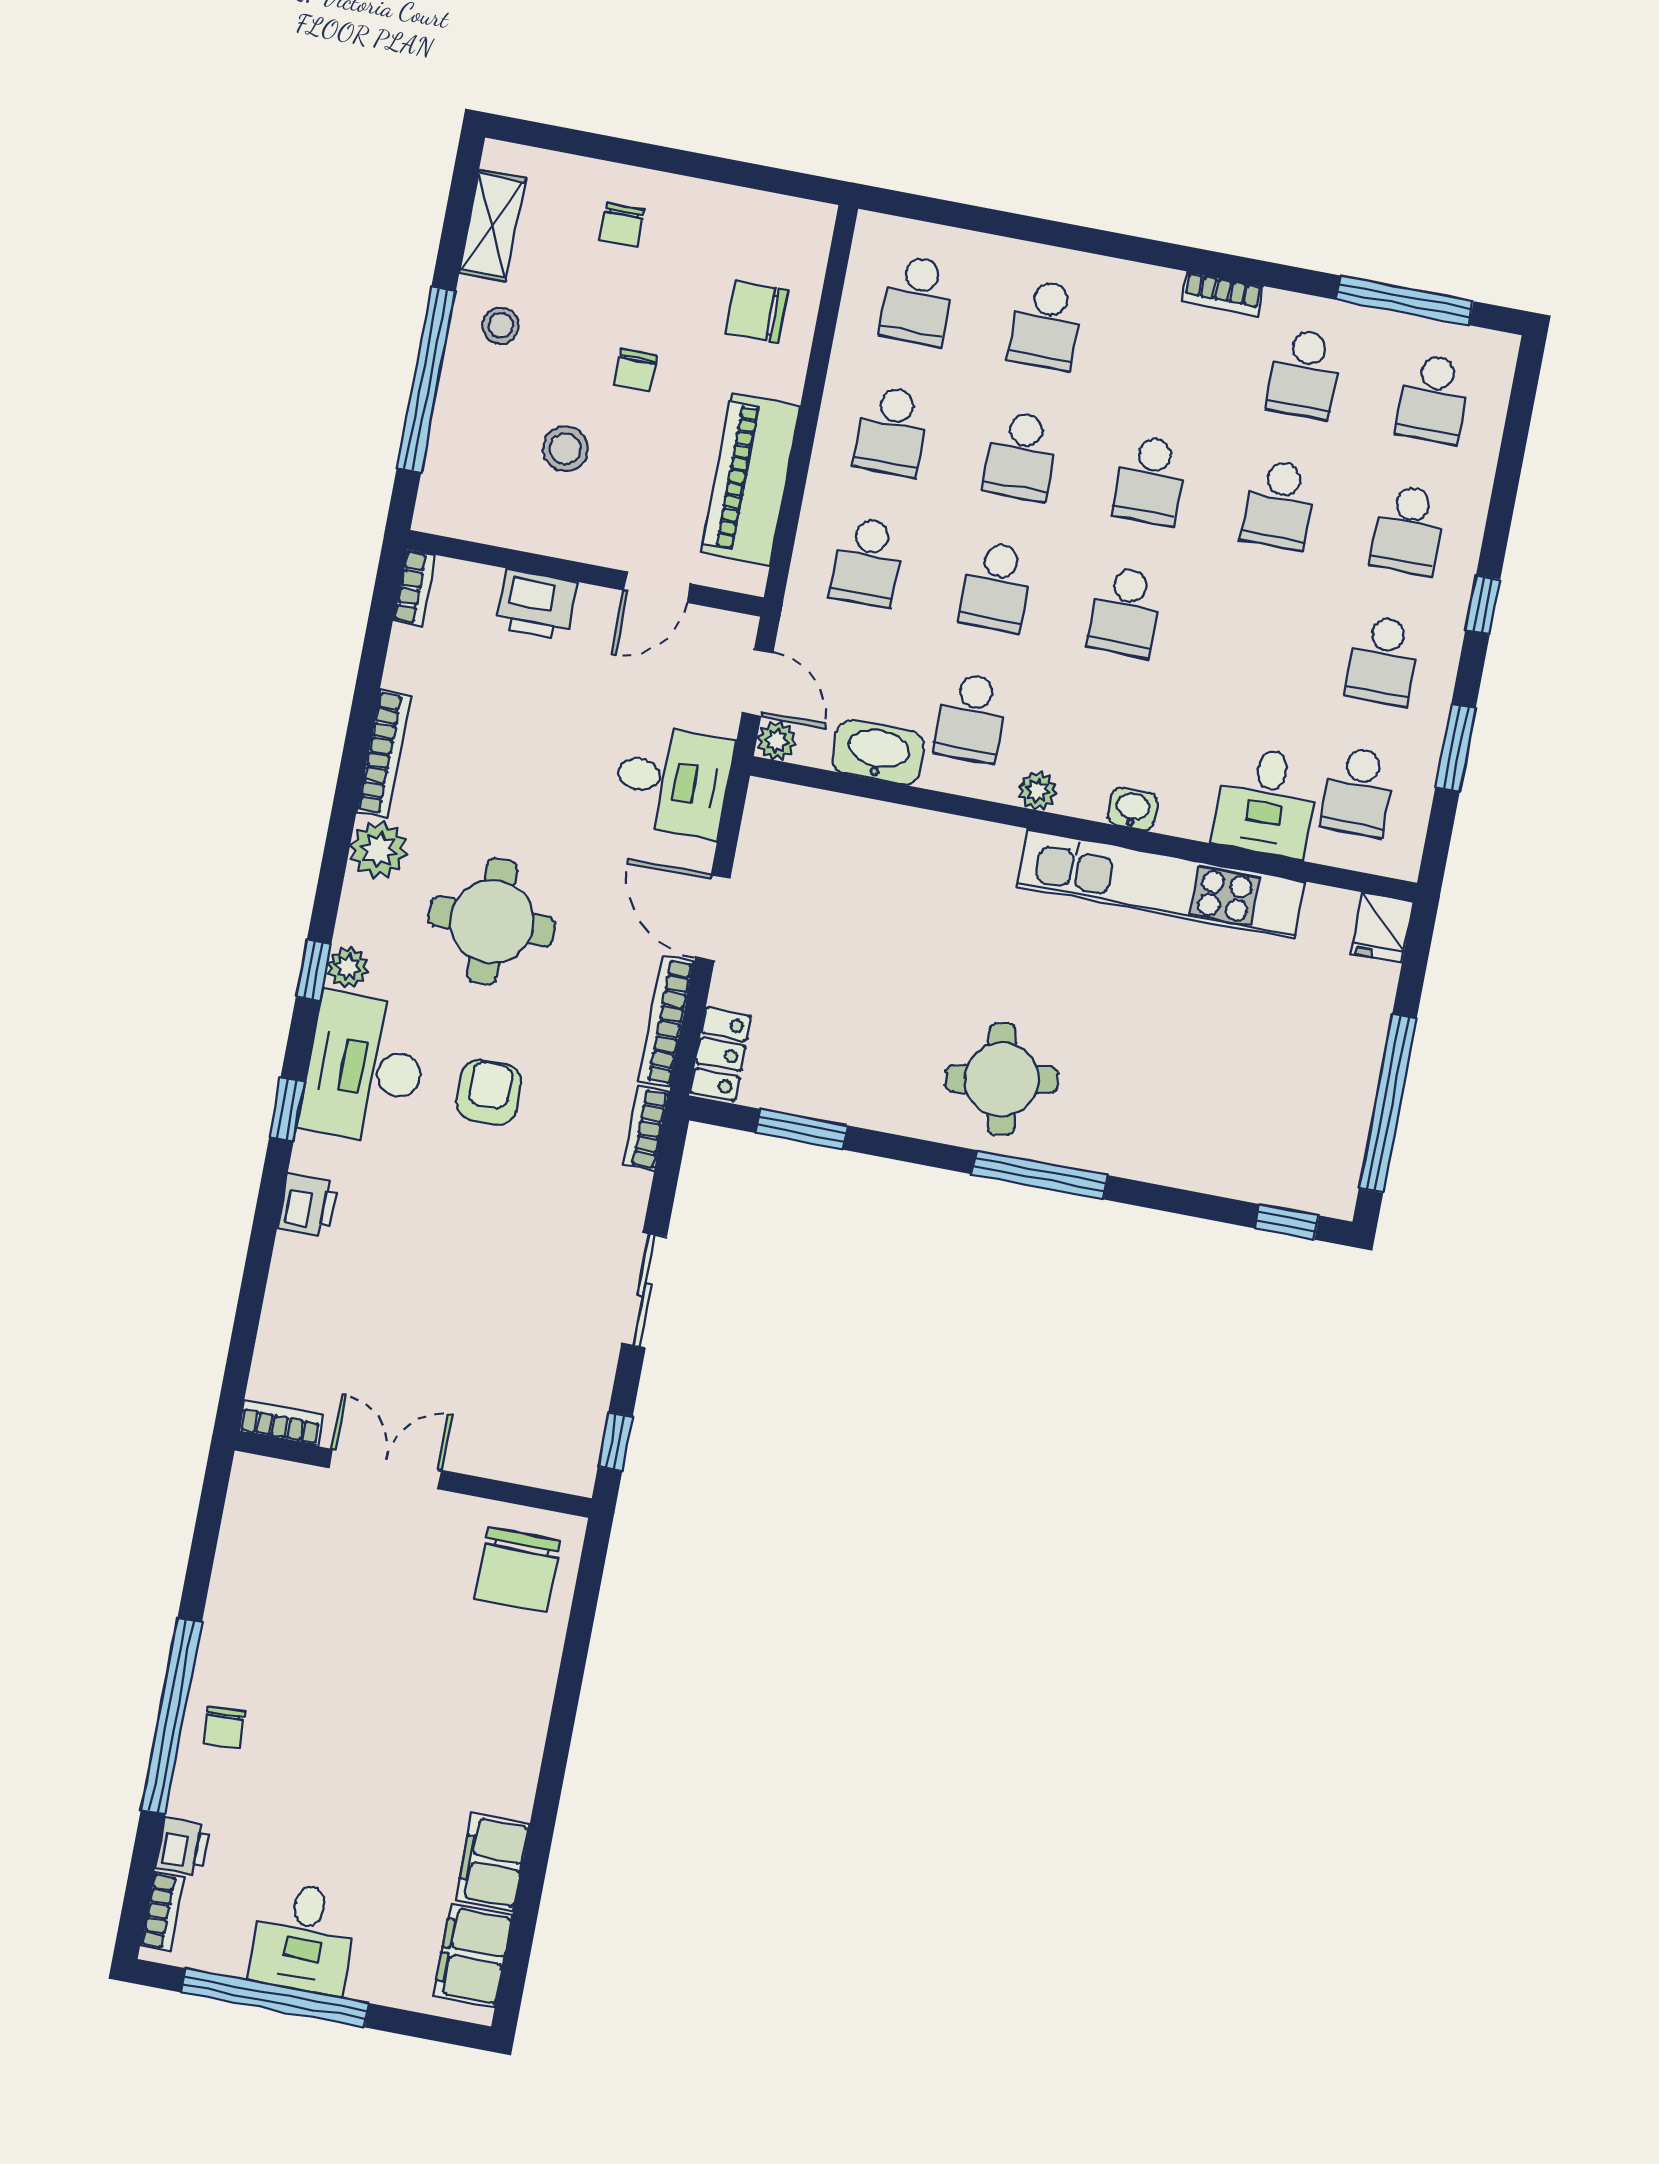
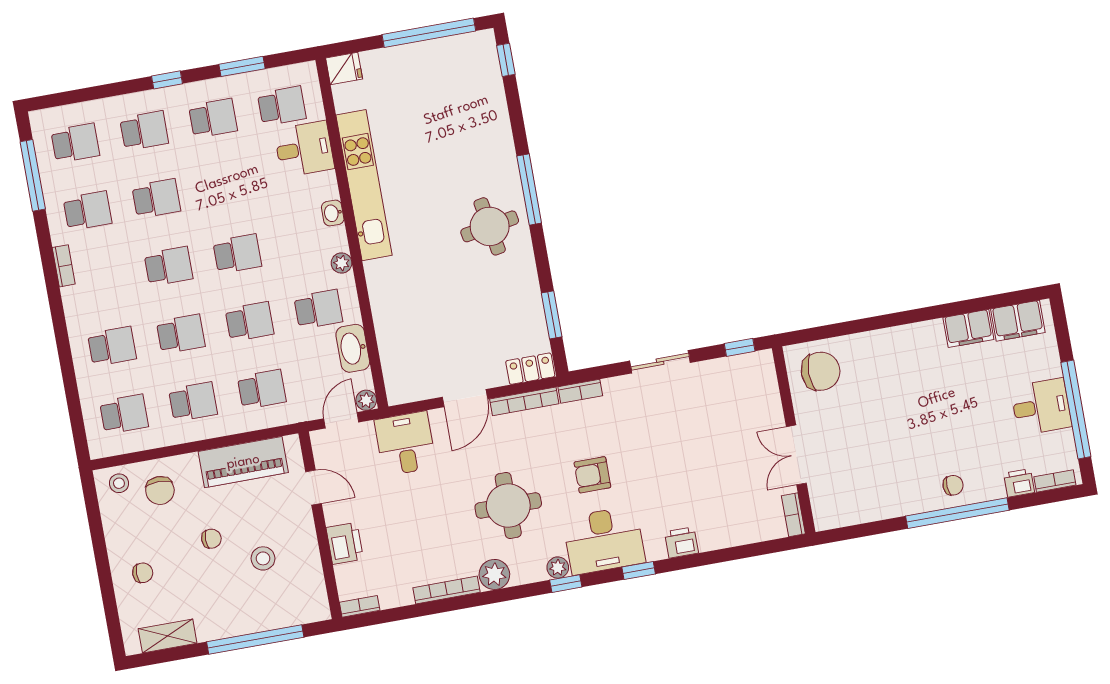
stool: (501, 325) -> (119, 483), moved

